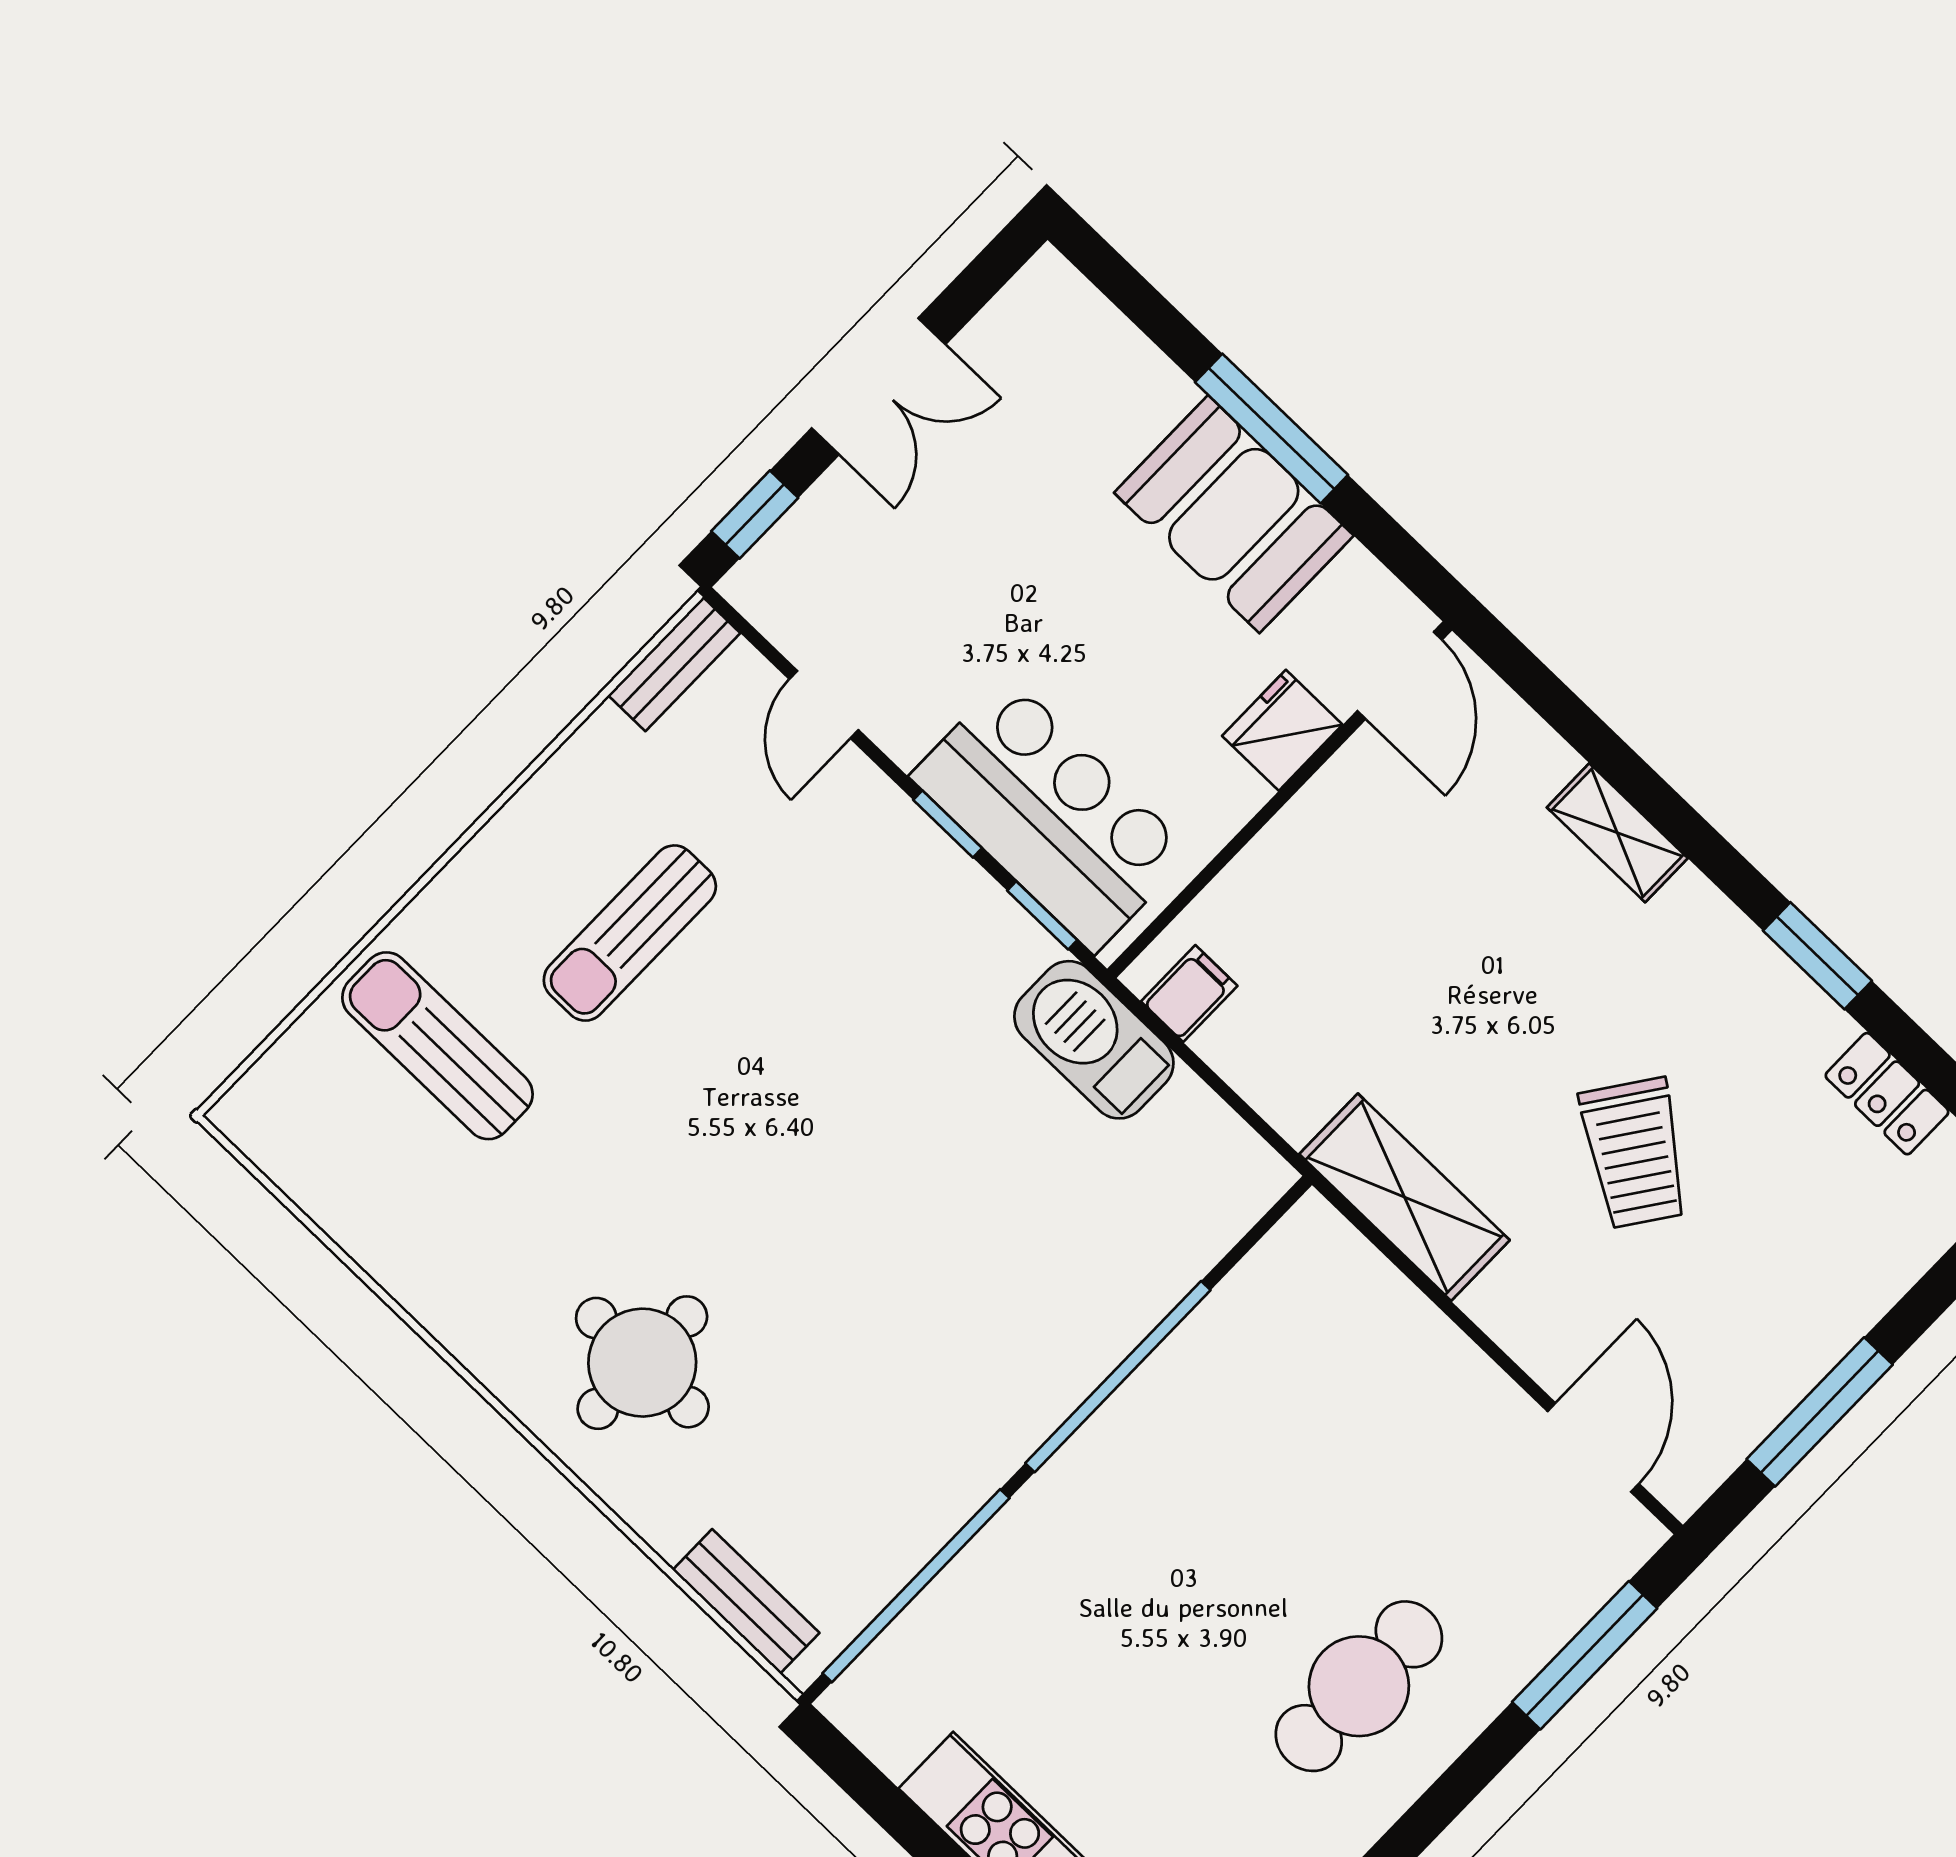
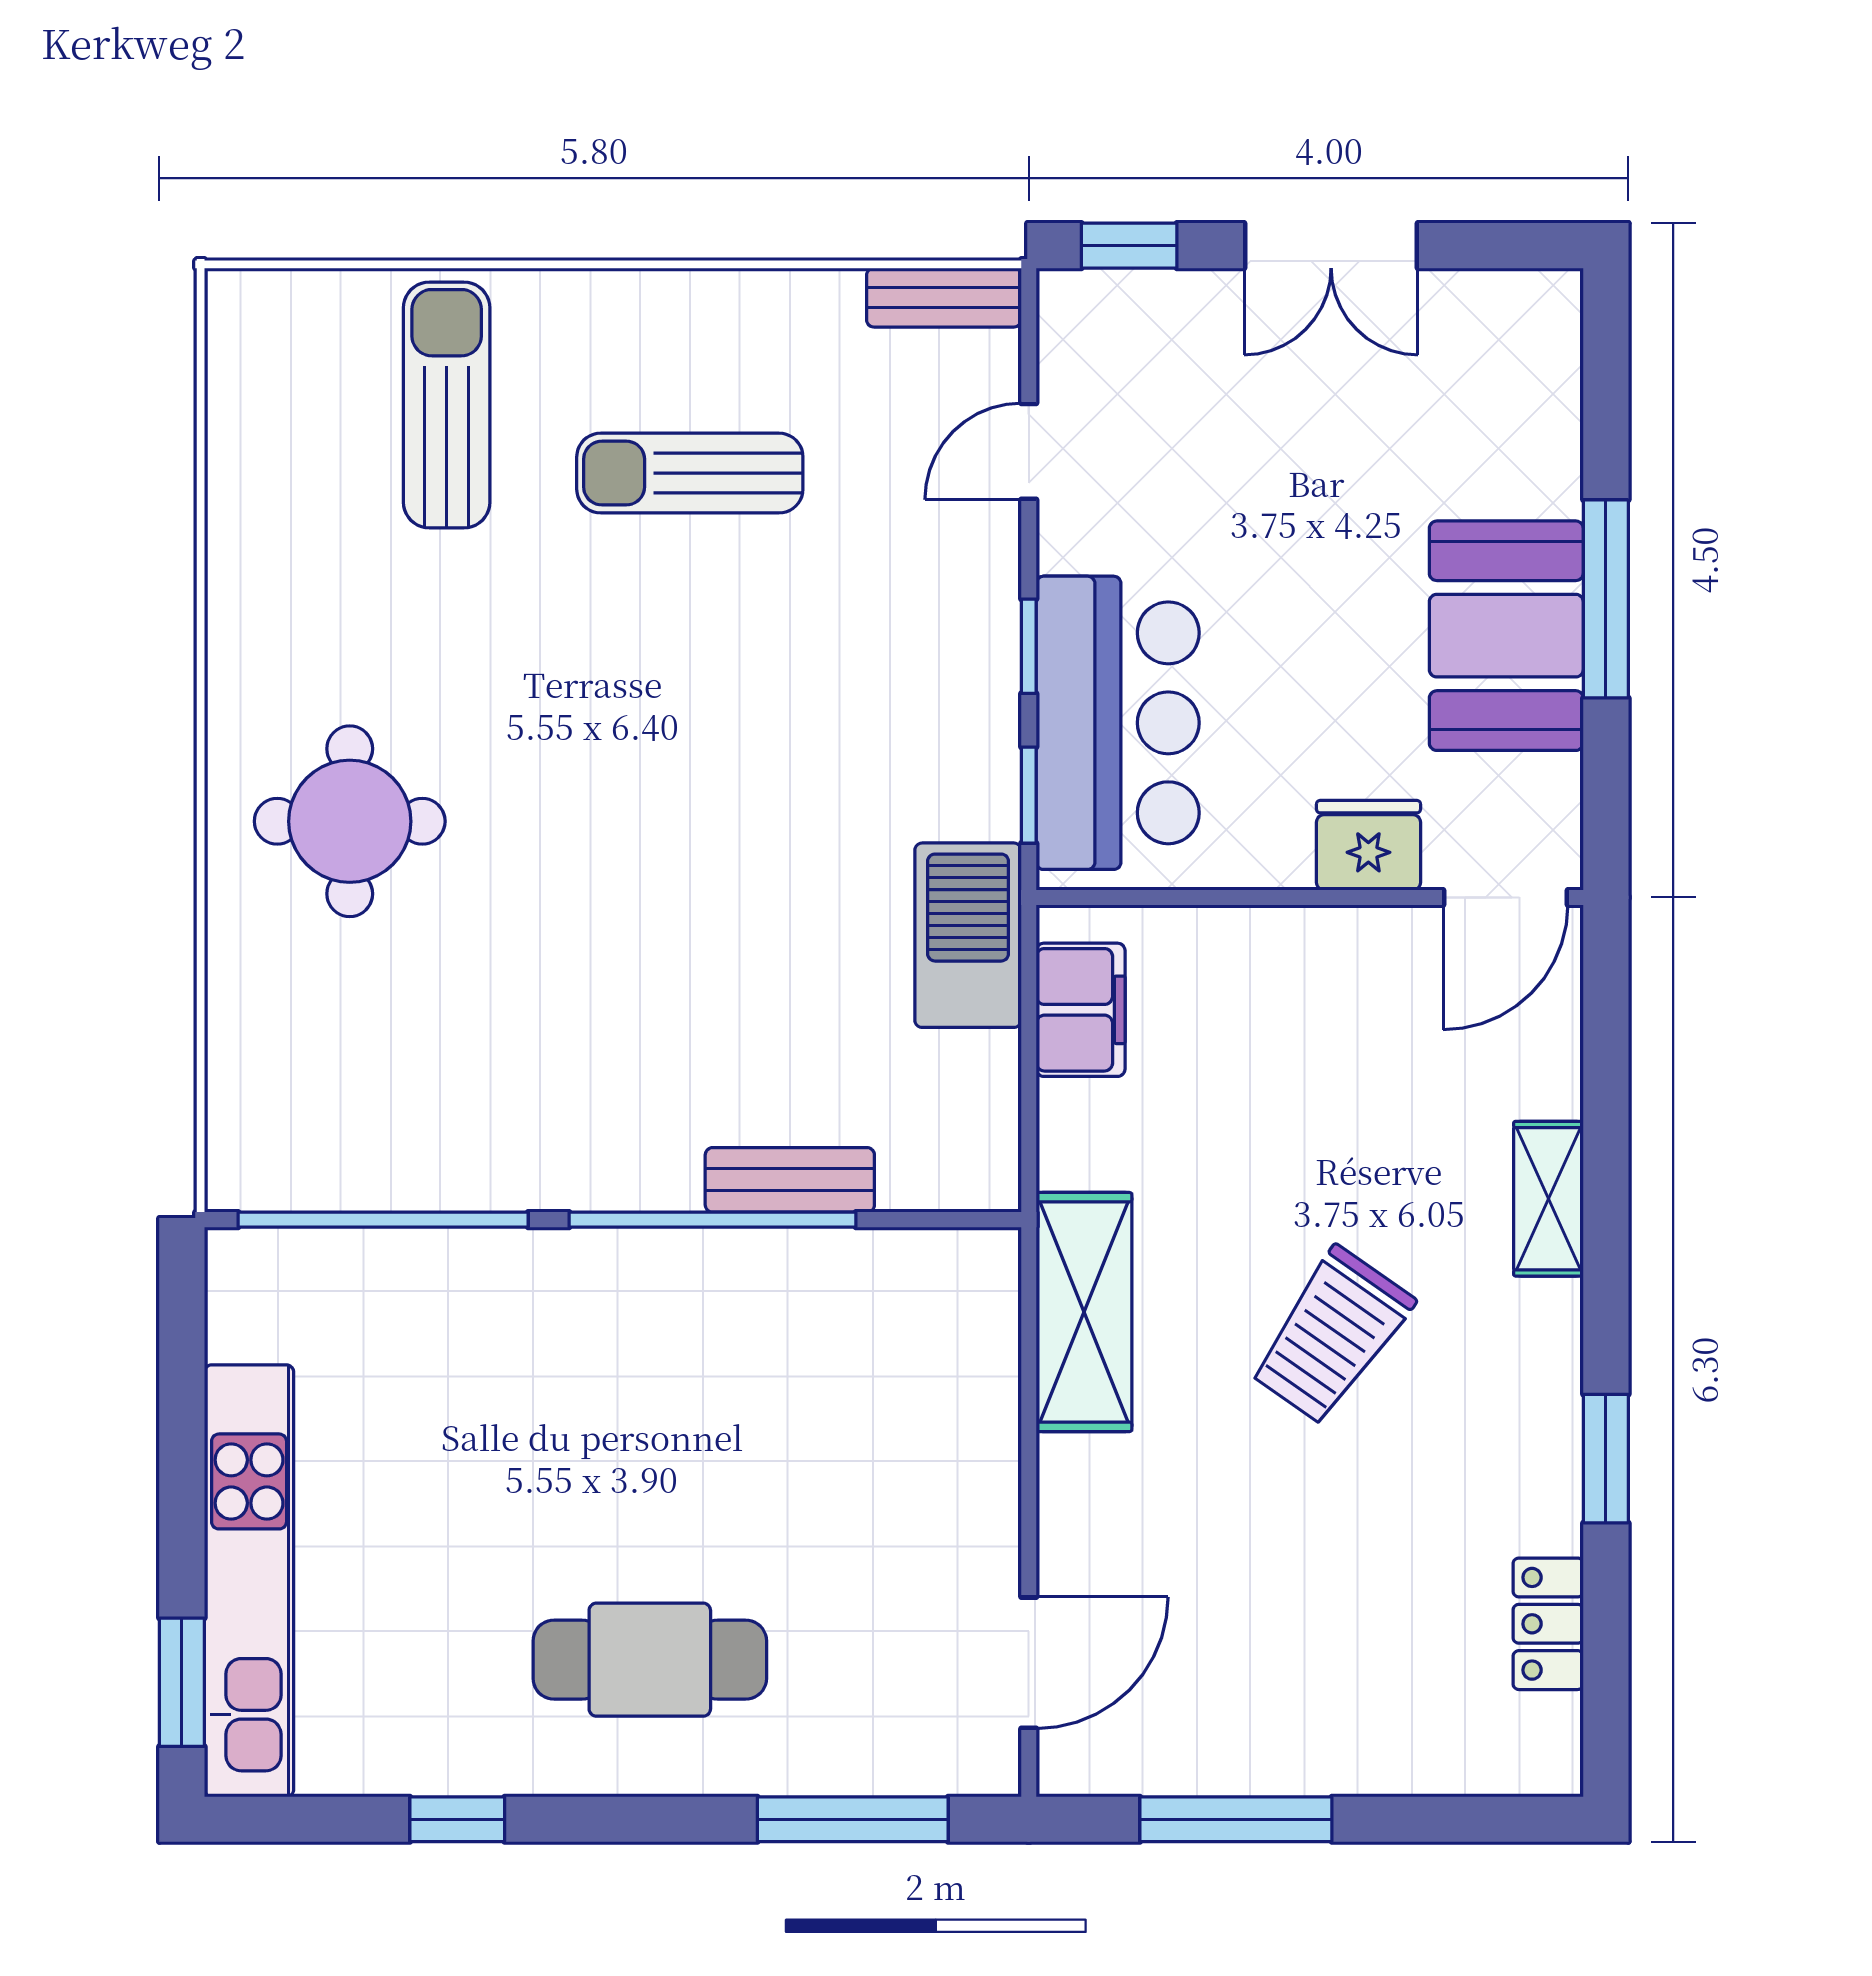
filing cabinet: (1189, 994) -> (1081, 1010), width x2.00
trolley: (1635, 1153) -> (1331, 1336), moved
bench: (746, 1601) -> (790, 1180), moved, turned 90

